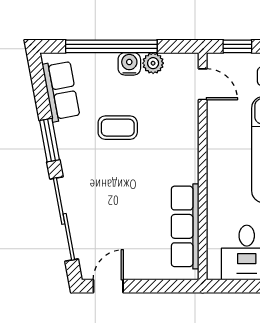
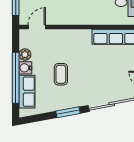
row of seats: (61, 91) -> (27, 92), moved, turned 100

